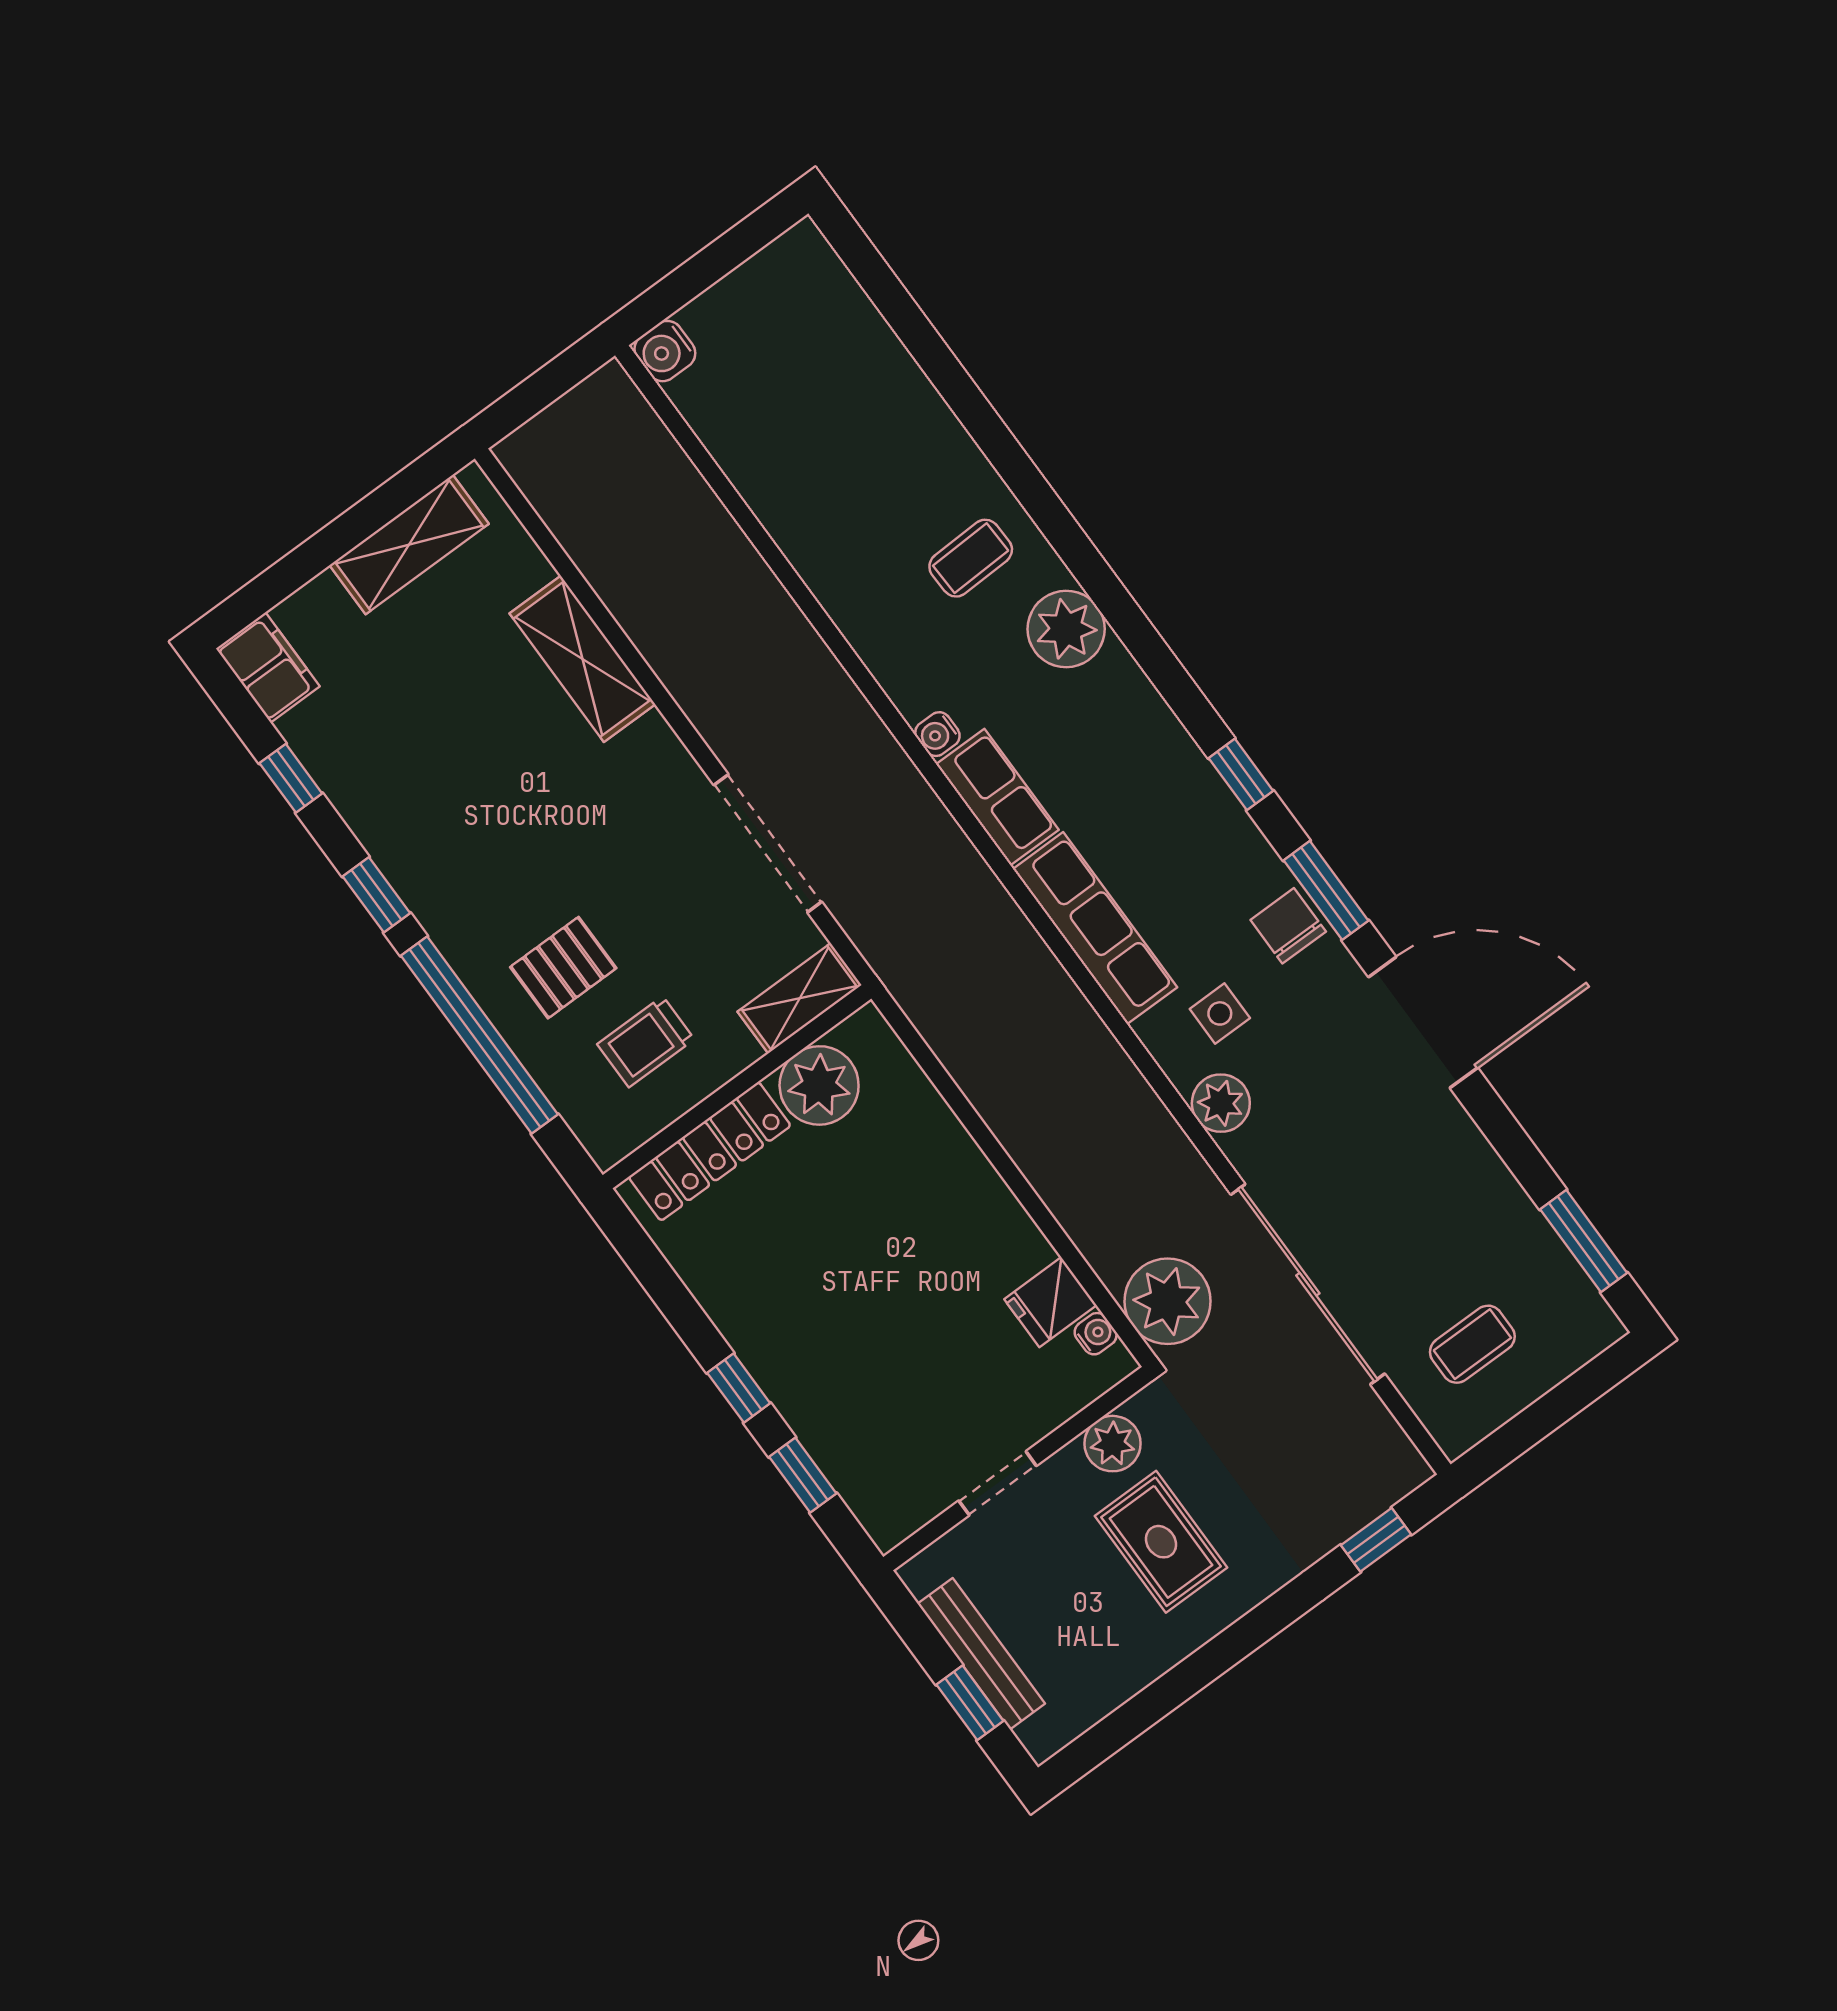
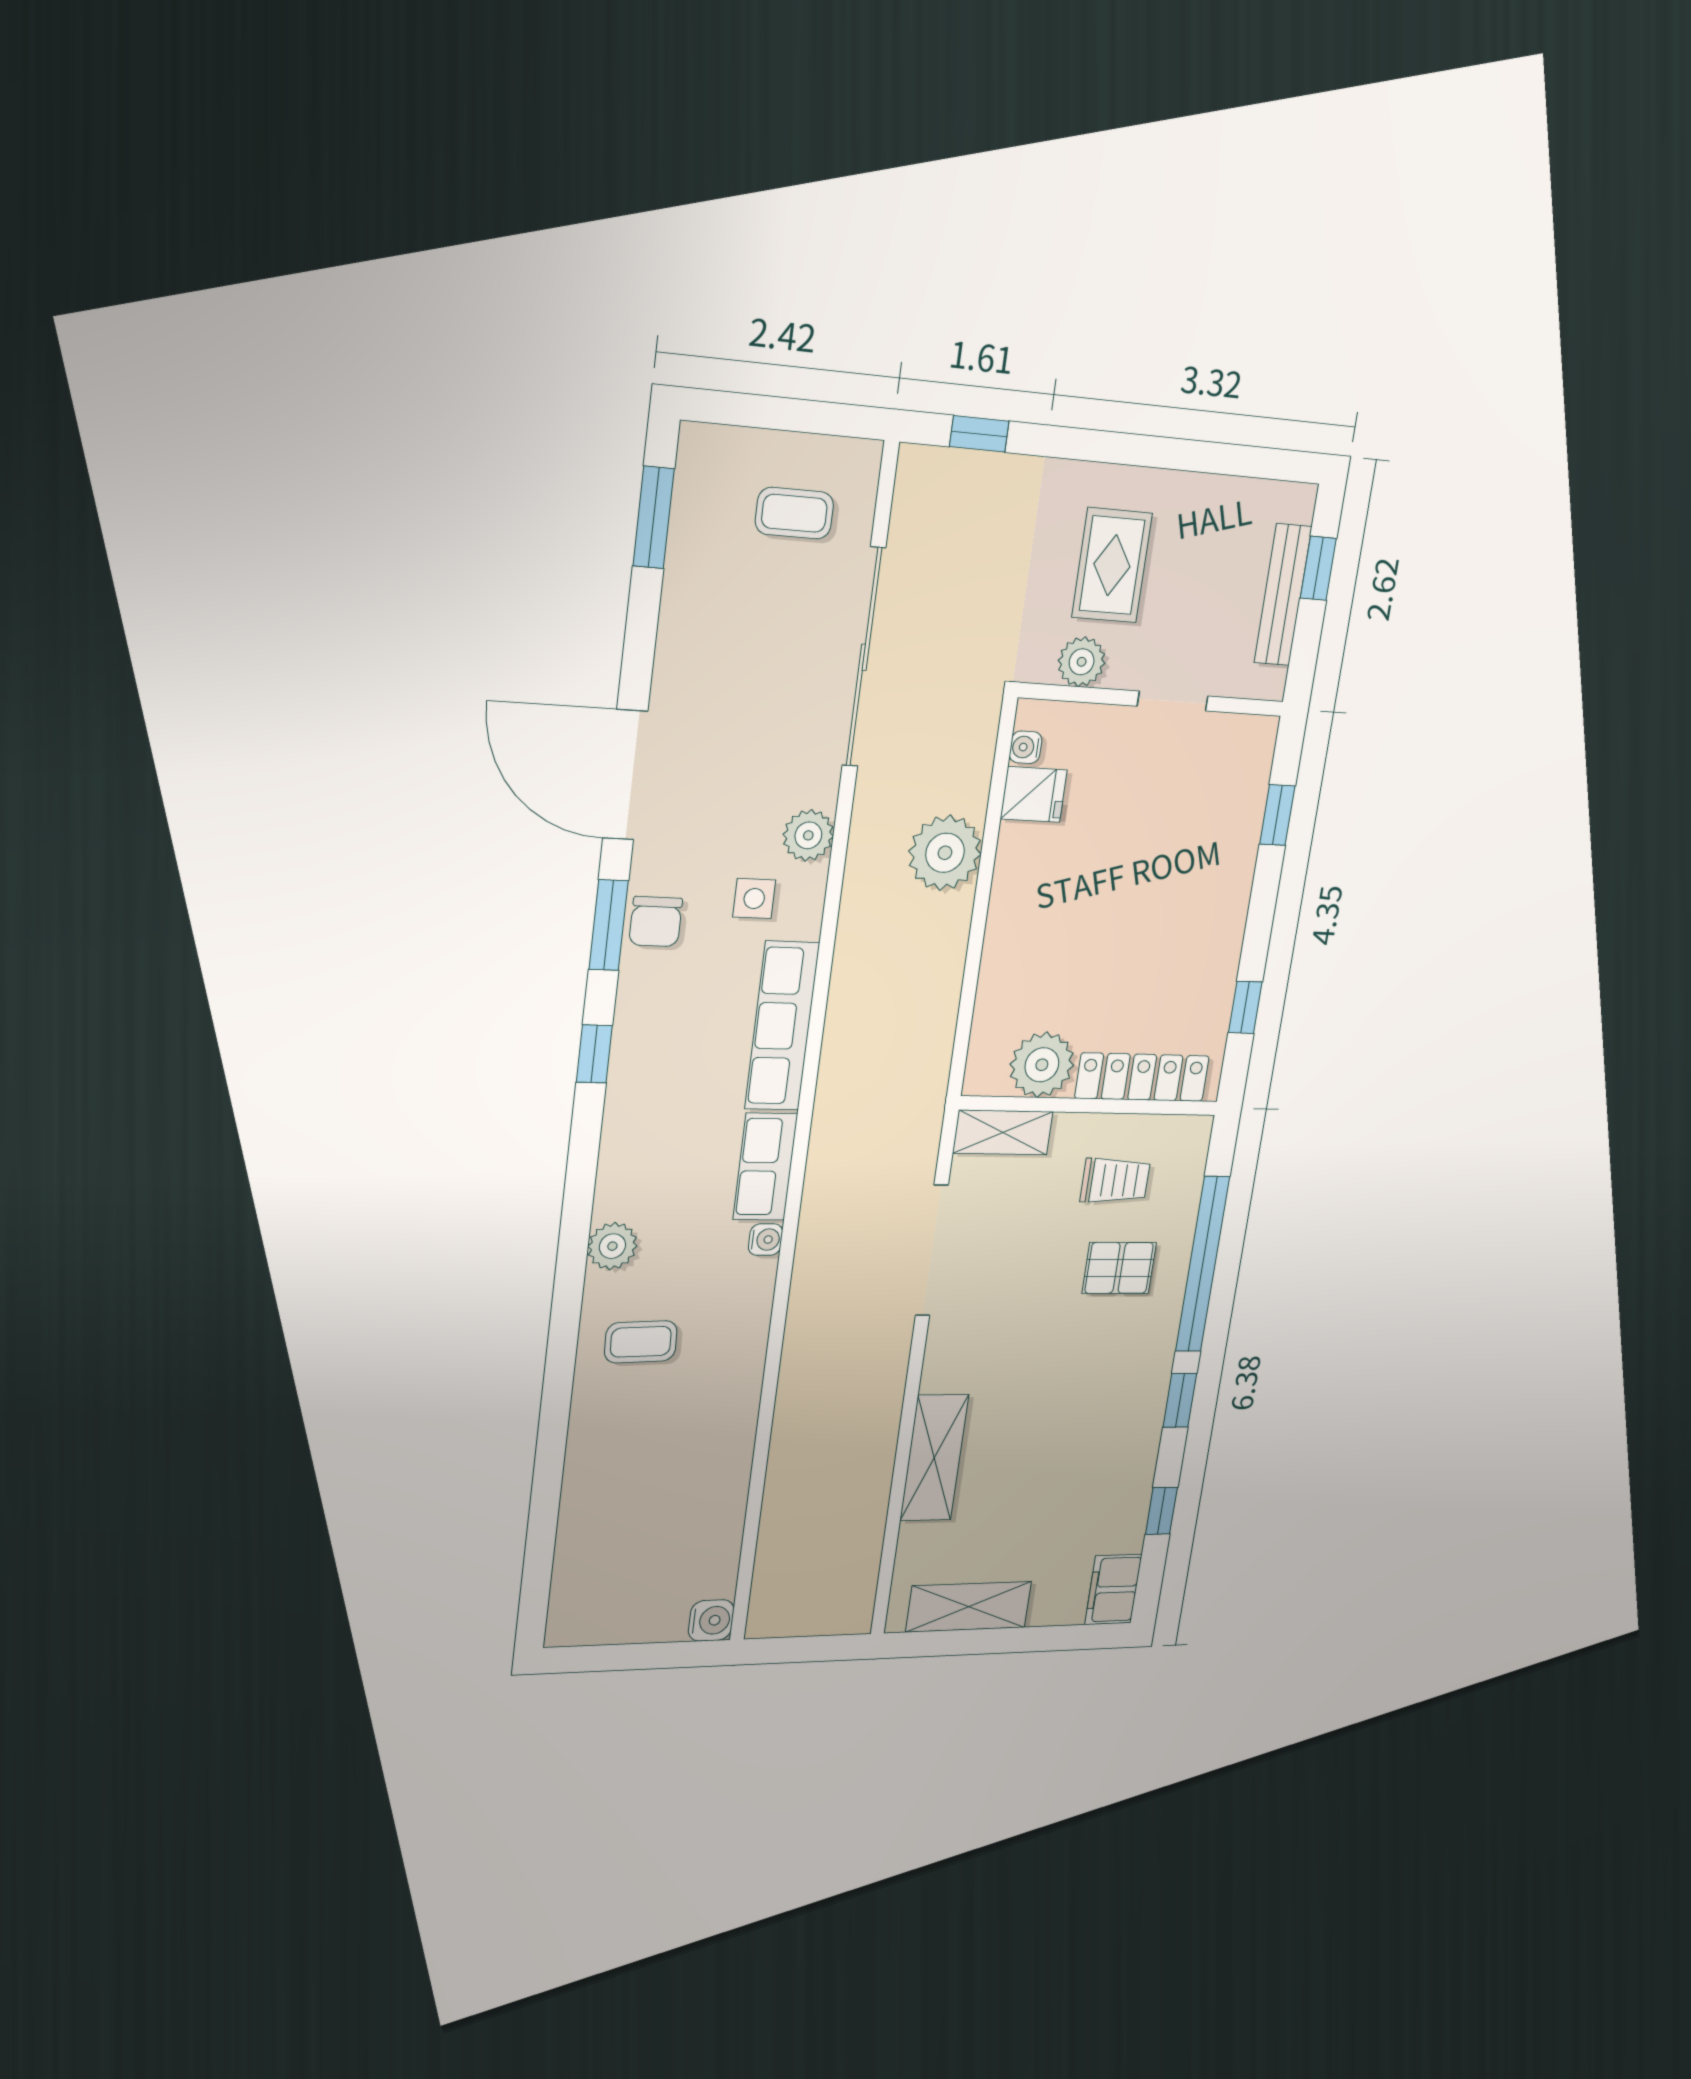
plant: (1066, 629) -> (612, 1246), width x0.73, depth x0.73
plant: (1168, 1301) -> (945, 853), moved
window: (739, 1388) -> (1245, 1007), moved

